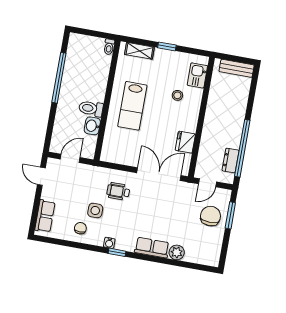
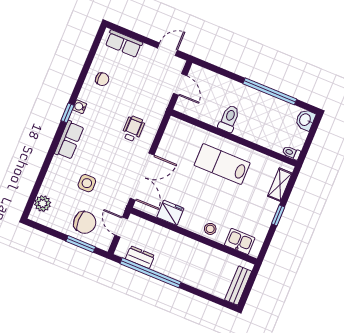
stool: (177, 95) -> (210, 229), moved
washbasin: (92, 126) -> (305, 120), moved, turned -90
side table: (95, 210) -> (87, 183), moved
row of seats: (152, 248) -> (69, 140), moved
plant: (177, 252) -> (43, 203), moved

